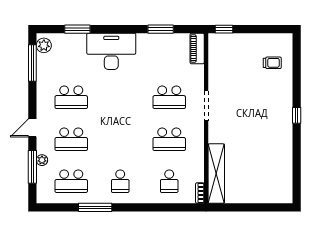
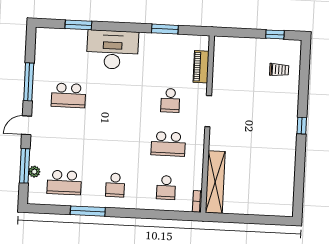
window: (224, 29) -> (275, 34), moved
plant: (44, 45) -> (43, 40), removed
piano: (197, 49) -> (201, 67), moved
window: (32, 63) -> (29, 82), moved
school desk: (169, 97) -> (170, 100), width x0.54
school desk: (71, 139) -> (66, 139), removed
plant: (42, 160) -> (34, 172), moved

